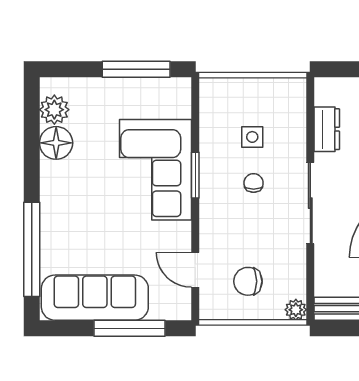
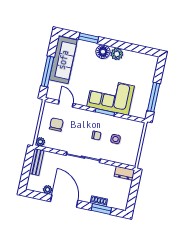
plant: (54, 110) -> (117, 54), moved
dresser: (327, 129) -> (124, 173), moved
floor lamp: (56, 143) -> (103, 52), moved
window: (32, 249) -> (89, 38), width x0.47
door: (195, 270) -> (66, 104), hinge flipped

